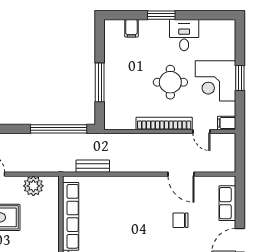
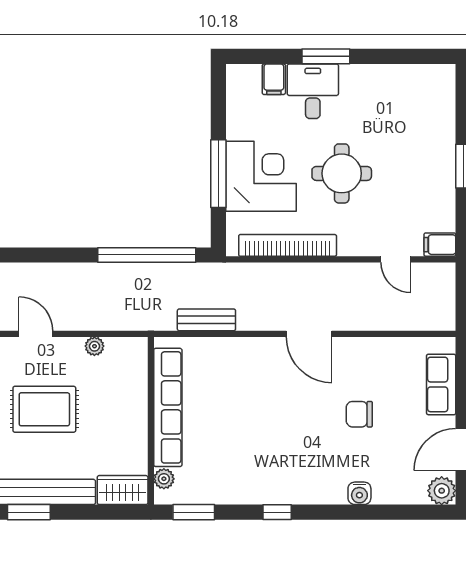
desk: (184, 35) -> (313, 91), moved
corner desk: (216, 81) -> (261, 176), moved, turned 180
bookcase: (164, 123) -> (288, 245), moved
door: (181, 174) -> (309, 334), moved
plant: (33, 186) -> (94, 346), width x0.53, depth x0.53

